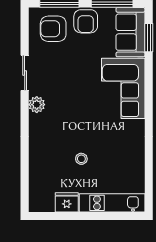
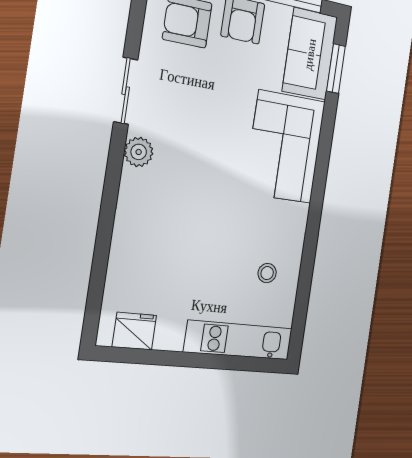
stool: (81, 159) -> (267, 273), moved
fridge: (67, 202) -> (134, 331), moved

